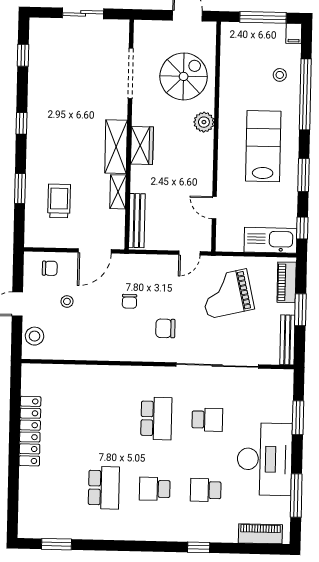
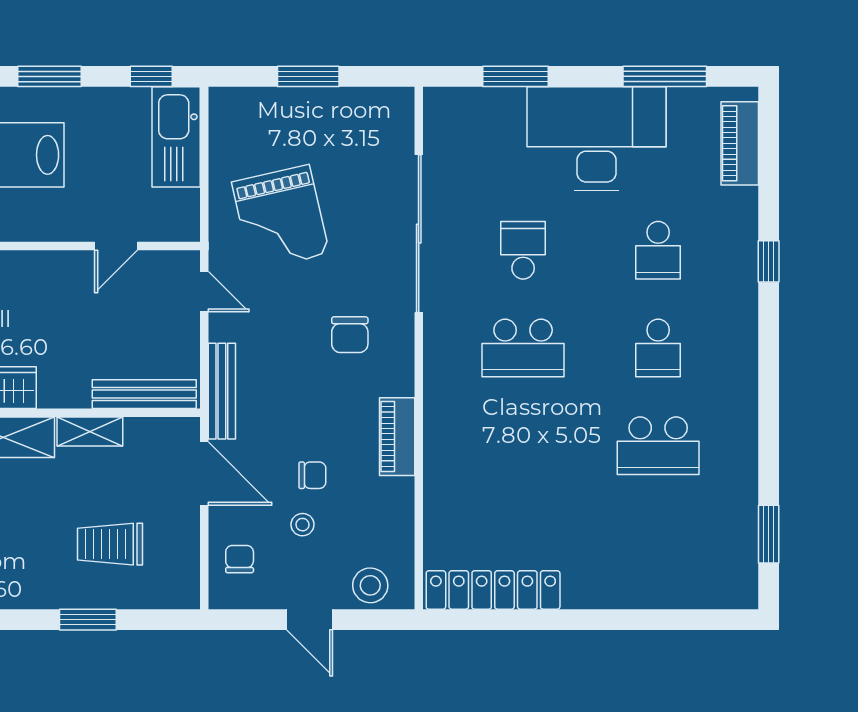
piano: (287, 282) -> (397, 437), moved, turned 90
chair: (129, 301) -> (312, 475), moved
bench: (287, 340) -> (222, 391), moved, turned 90
school desk: (156, 418) -> (523, 348), turned 180
locker: (30, 431) -> (493, 590), moved
school desk: (104, 488) -> (658, 446), turned 180

